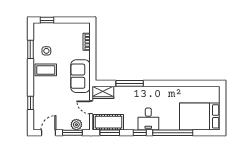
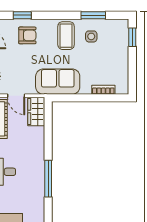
window: (130, 83) -> (48, 179), moved
armchair: (46, 99) -> (27, 35), added
door: (91, 107) -> (16, 96), swing flipped

